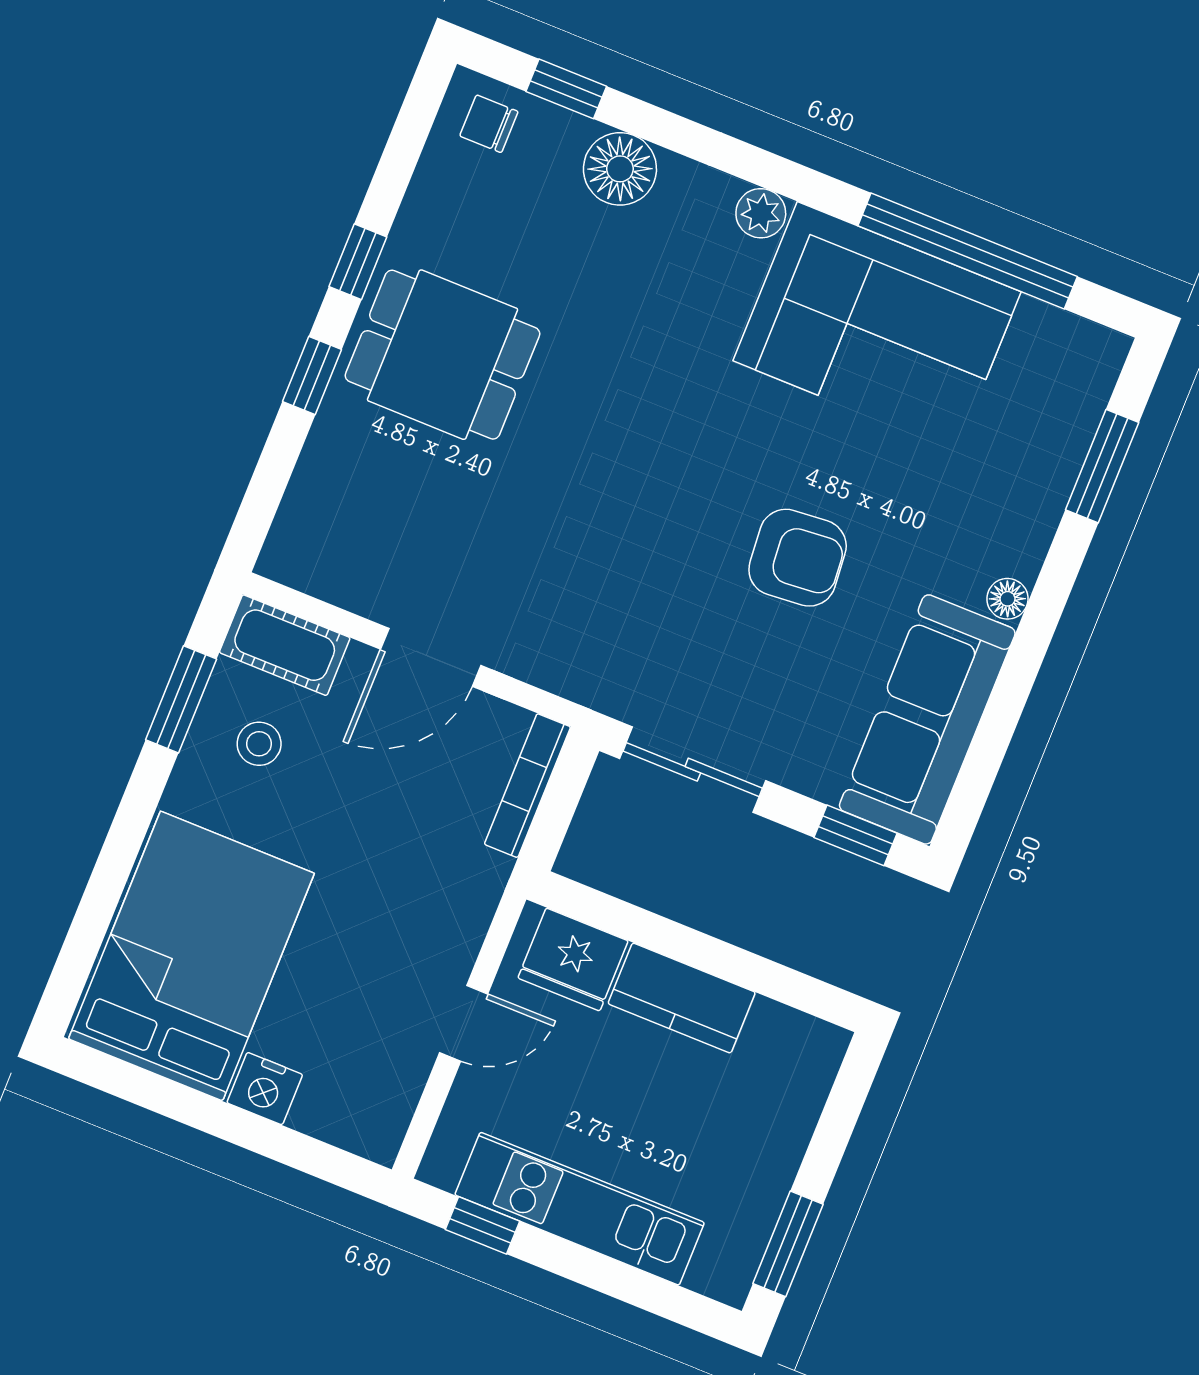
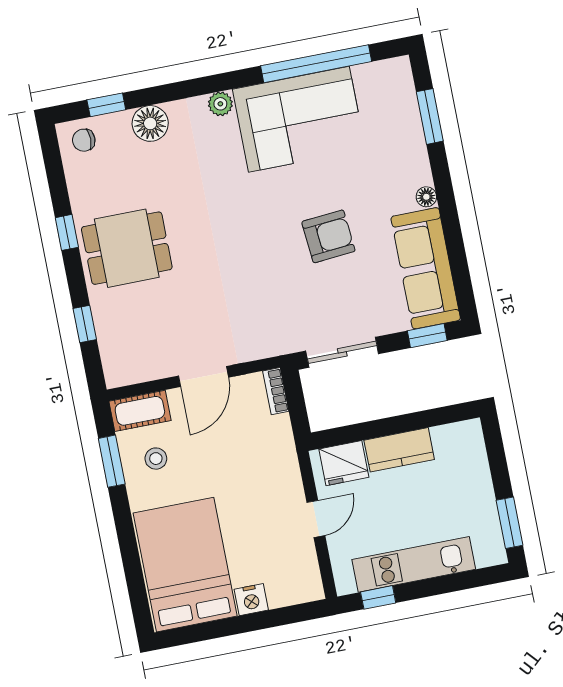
window: (312, 375) -> (85, 324), moved
bookcase: (527, 786) -> (276, 391), width x0.64

